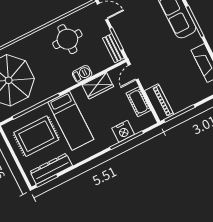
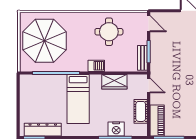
door: (133, 72) -> (149, 85), swing flipped
barbecue: (82, 74) -> (96, 66), moved
rug: (36, 136) -> (44, 97), removed

